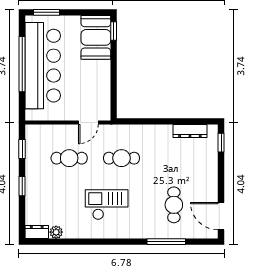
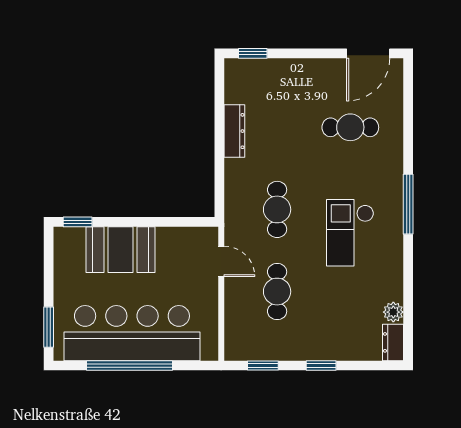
booth: (96, 37) -> (120, 250), moved
dresser: (190, 131) -> (234, 131), moved
window: (166, 242) -> (408, 204), moved

